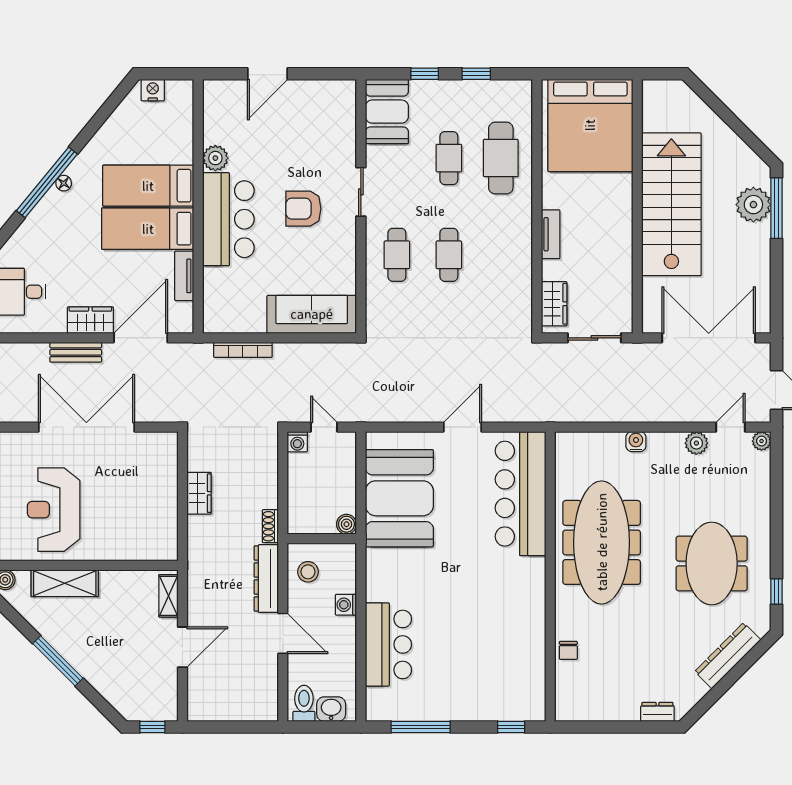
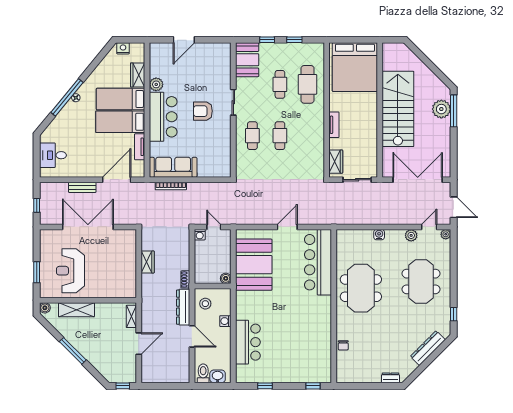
sofa: (312, 314) -> (173, 167), moved
wardrobe: (90, 320) -> (138, 75), moved, turned -90
meeting table: (602, 542) -> (361, 288), width x0.73
meeting table: (712, 563) -> (421, 281), moved
window: (421, 727) -> (265, 386), width x0.46

